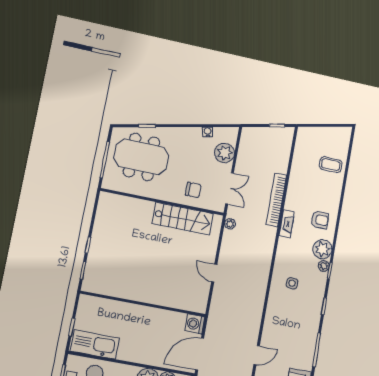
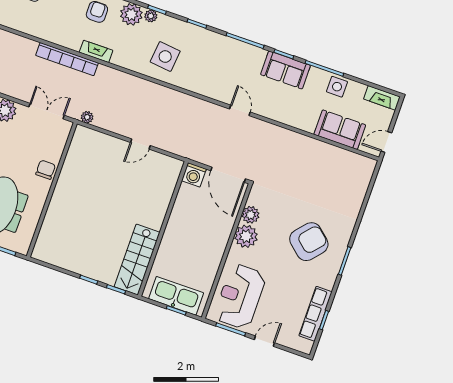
chair: (193, 190) -> (46, 170), moved
stairs: (183, 219) -> (137, 260), moved, turned 180
side table: (292, 283) -> (165, 56), width x1.87, depth x1.87
kitchen sink: (95, 345) -> (176, 296), moved, turned 90

